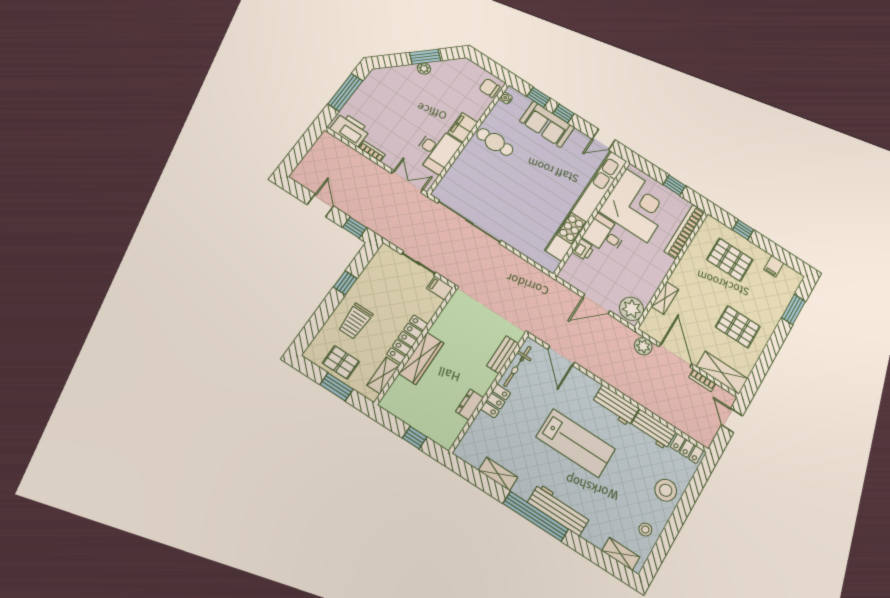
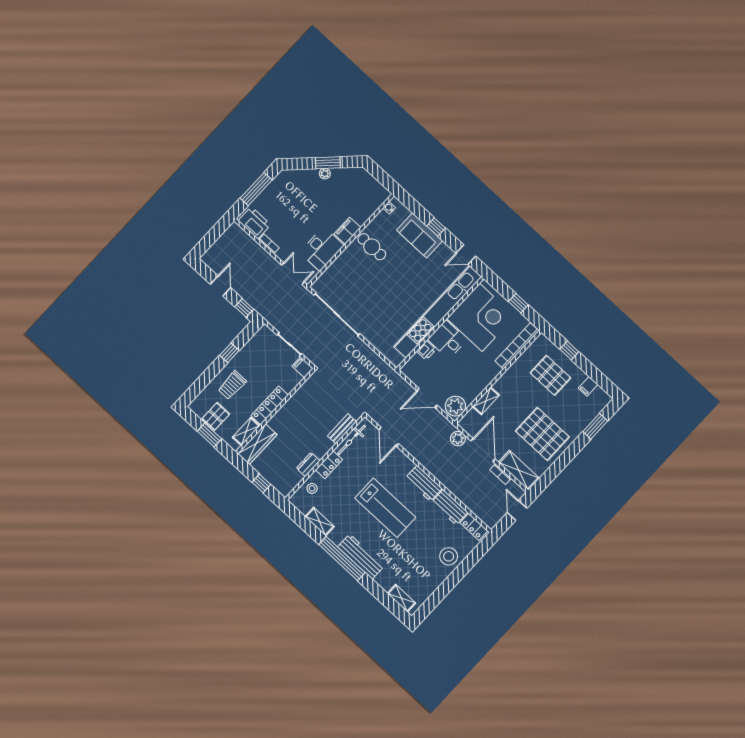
chair: (490, 88) -> (377, 197), removed
window: (538, 97) -> (417, 210), removed
pallet: (738, 327) -> (542, 434), width x1.37, depth x1.41
wardrobe: (421, 358) -> (257, 444), moved
pallet: (341, 362) -> (216, 416), turned 90
stool: (645, 530) -> (312, 488), moved

